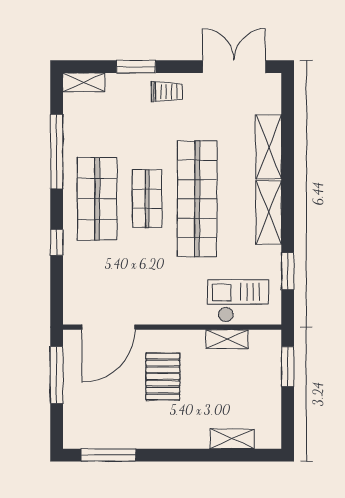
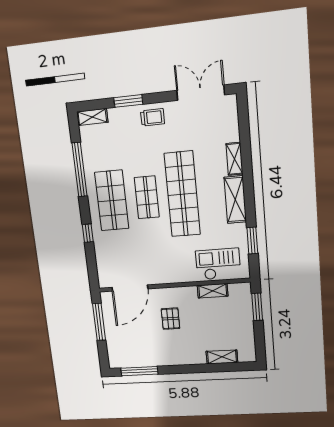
shelving: (269, 147) -> (234, 159), width x0.67, depth x0.75
pallet: (163, 377) -> (170, 319), width x0.67, depth x0.71

